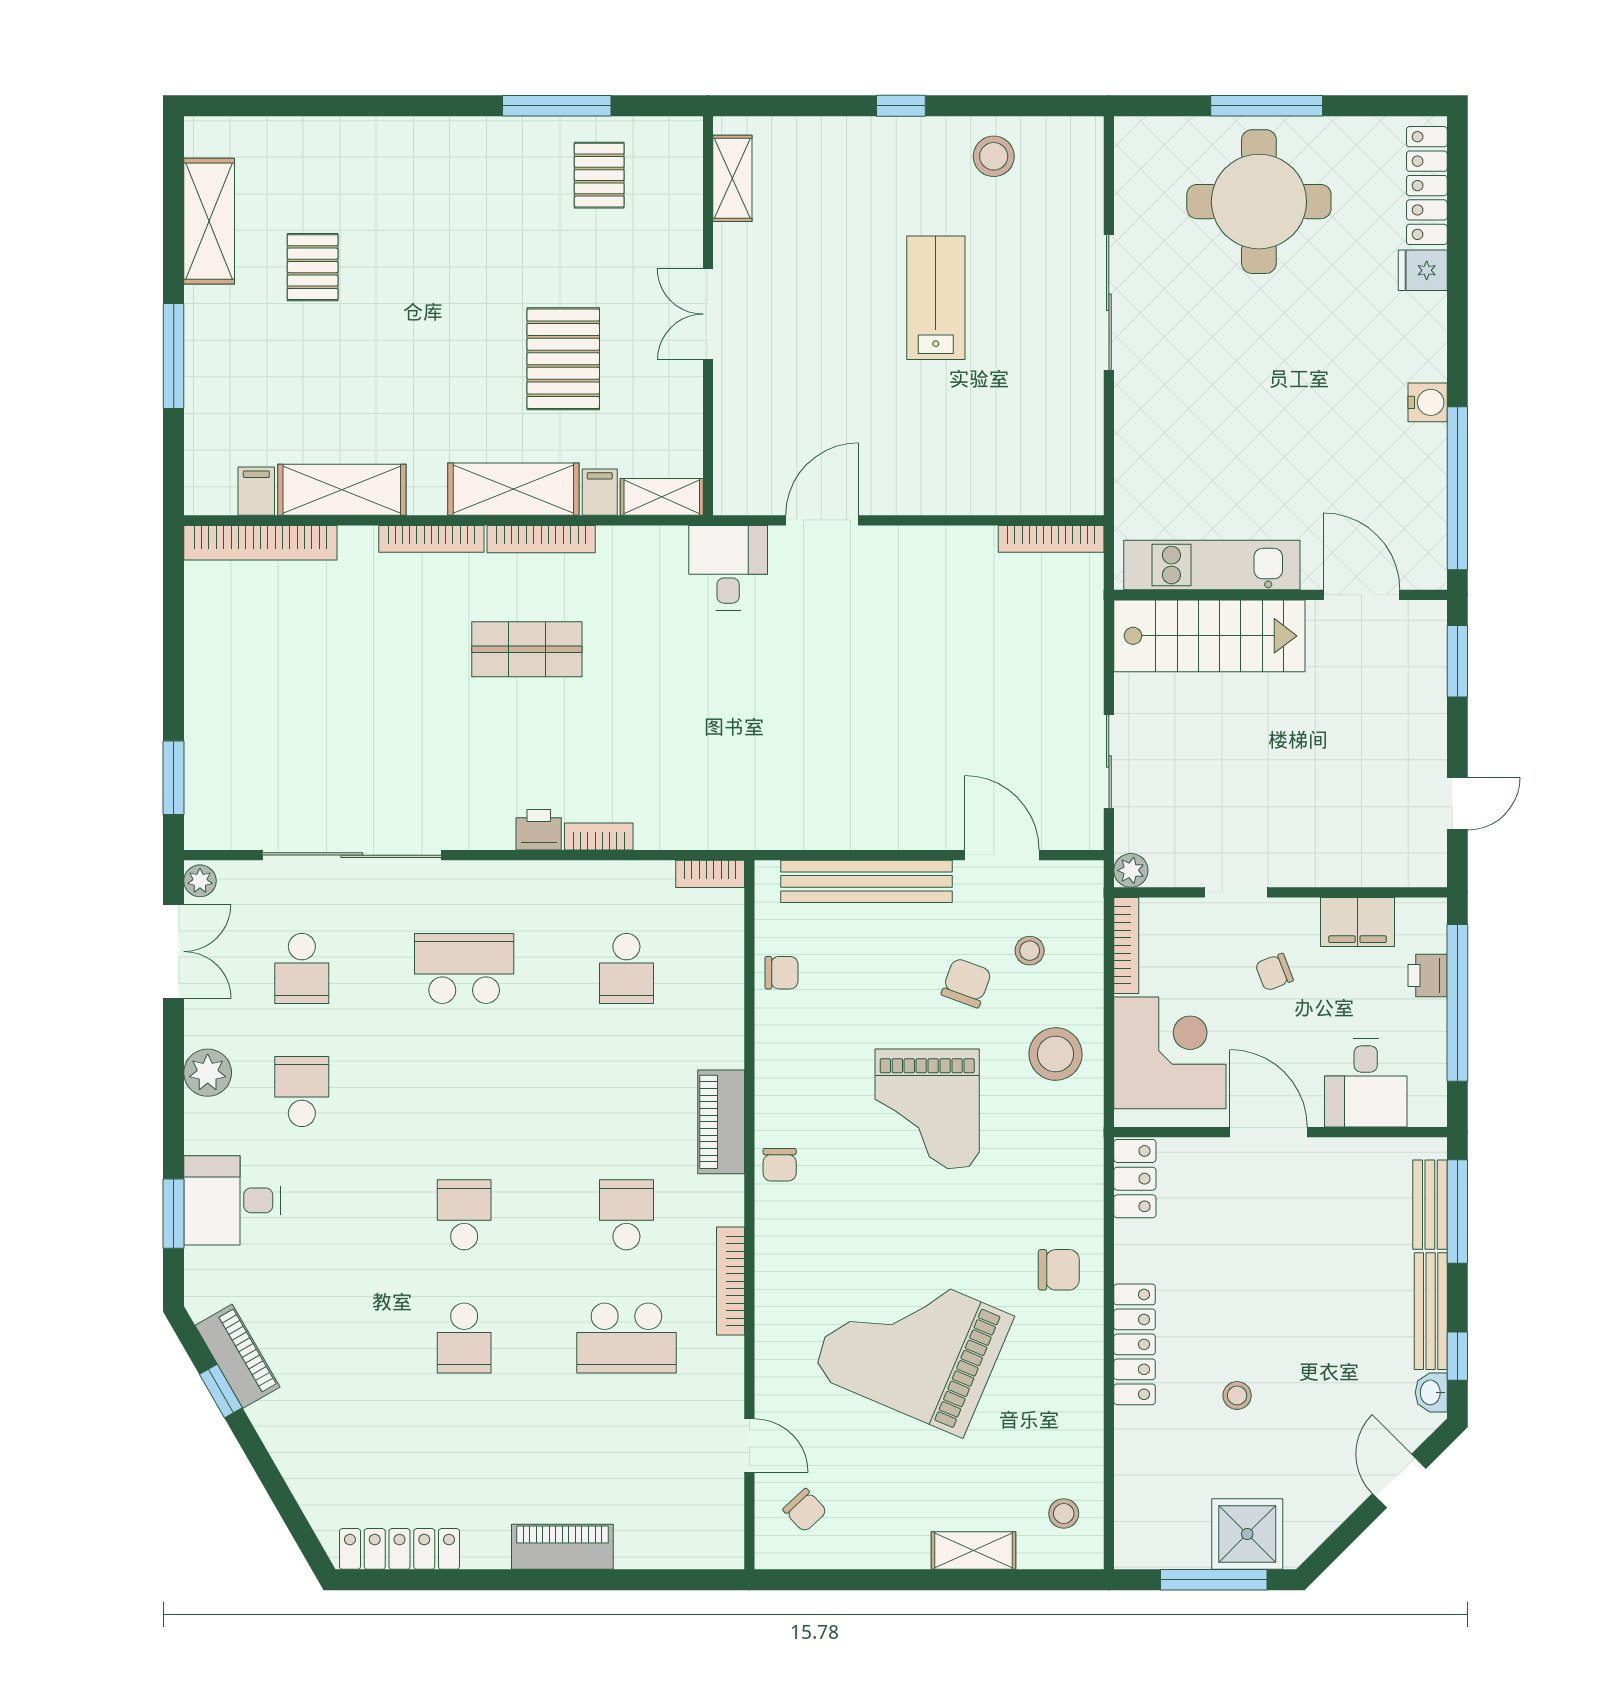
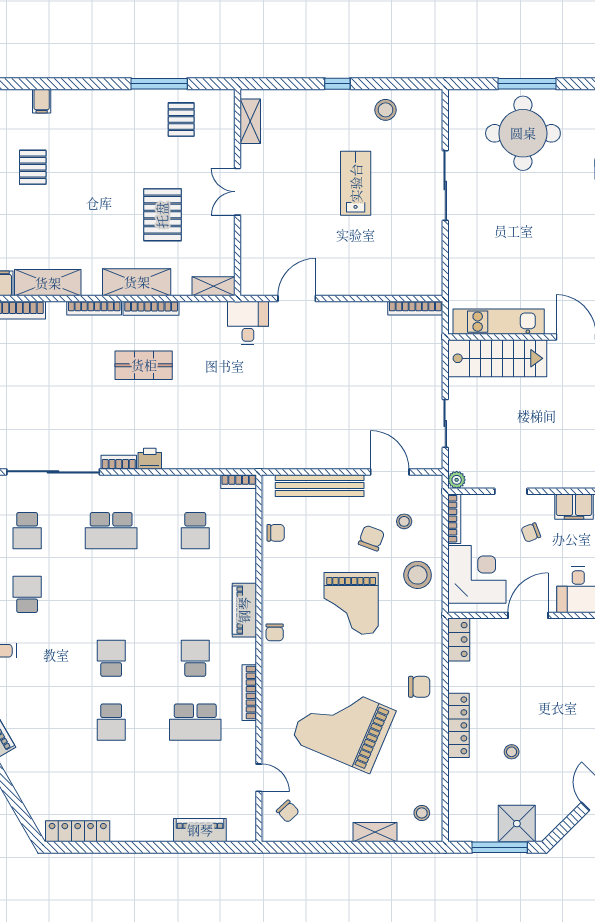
filing cabinet: (600, 492) -> (42, 101), moved, turned 180
bookcase: (599, 837) -> (119, 462), moved
school desk: (464, 968) -> (111, 531), turned 180
door: (1269, 1132) -> (528, 615), hinge flipped
piano: (562, 1547) -> (200, 830), moved

